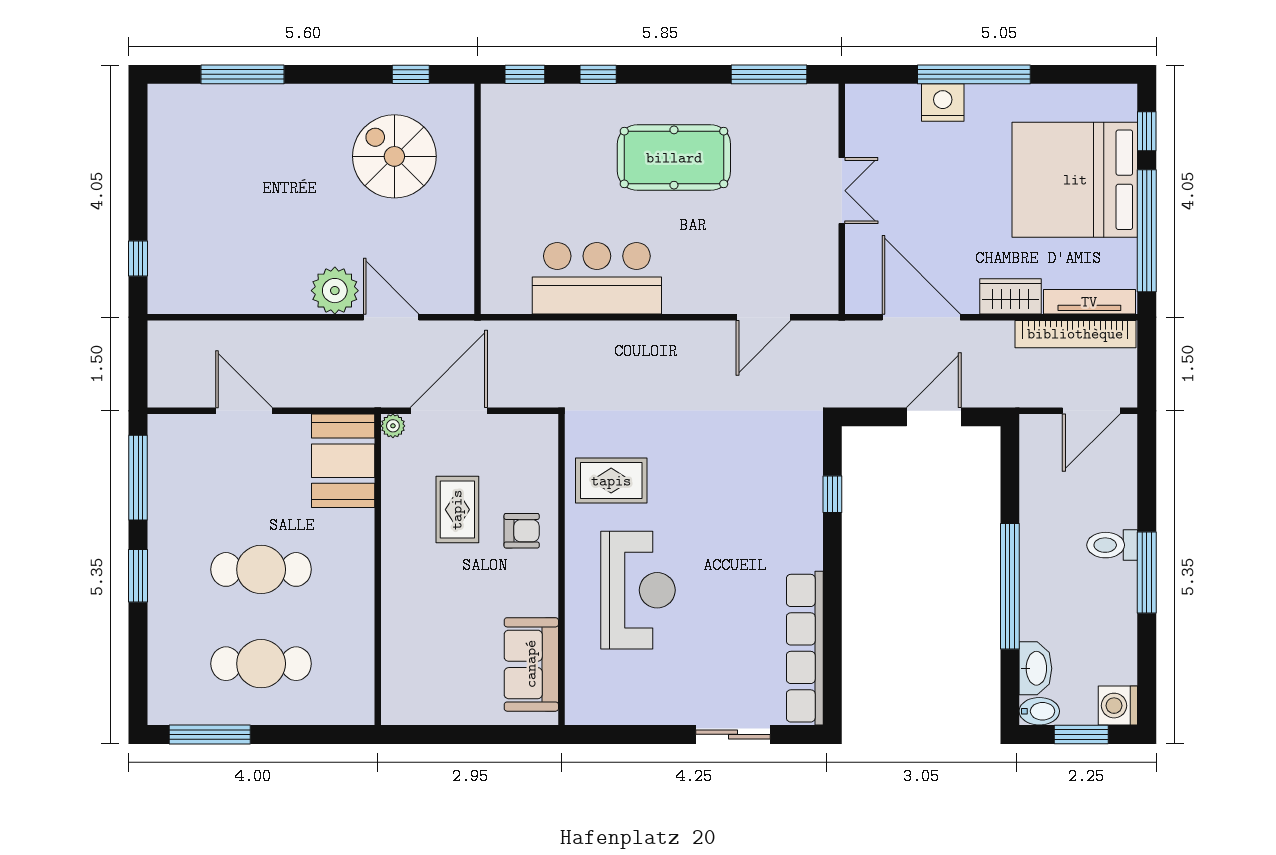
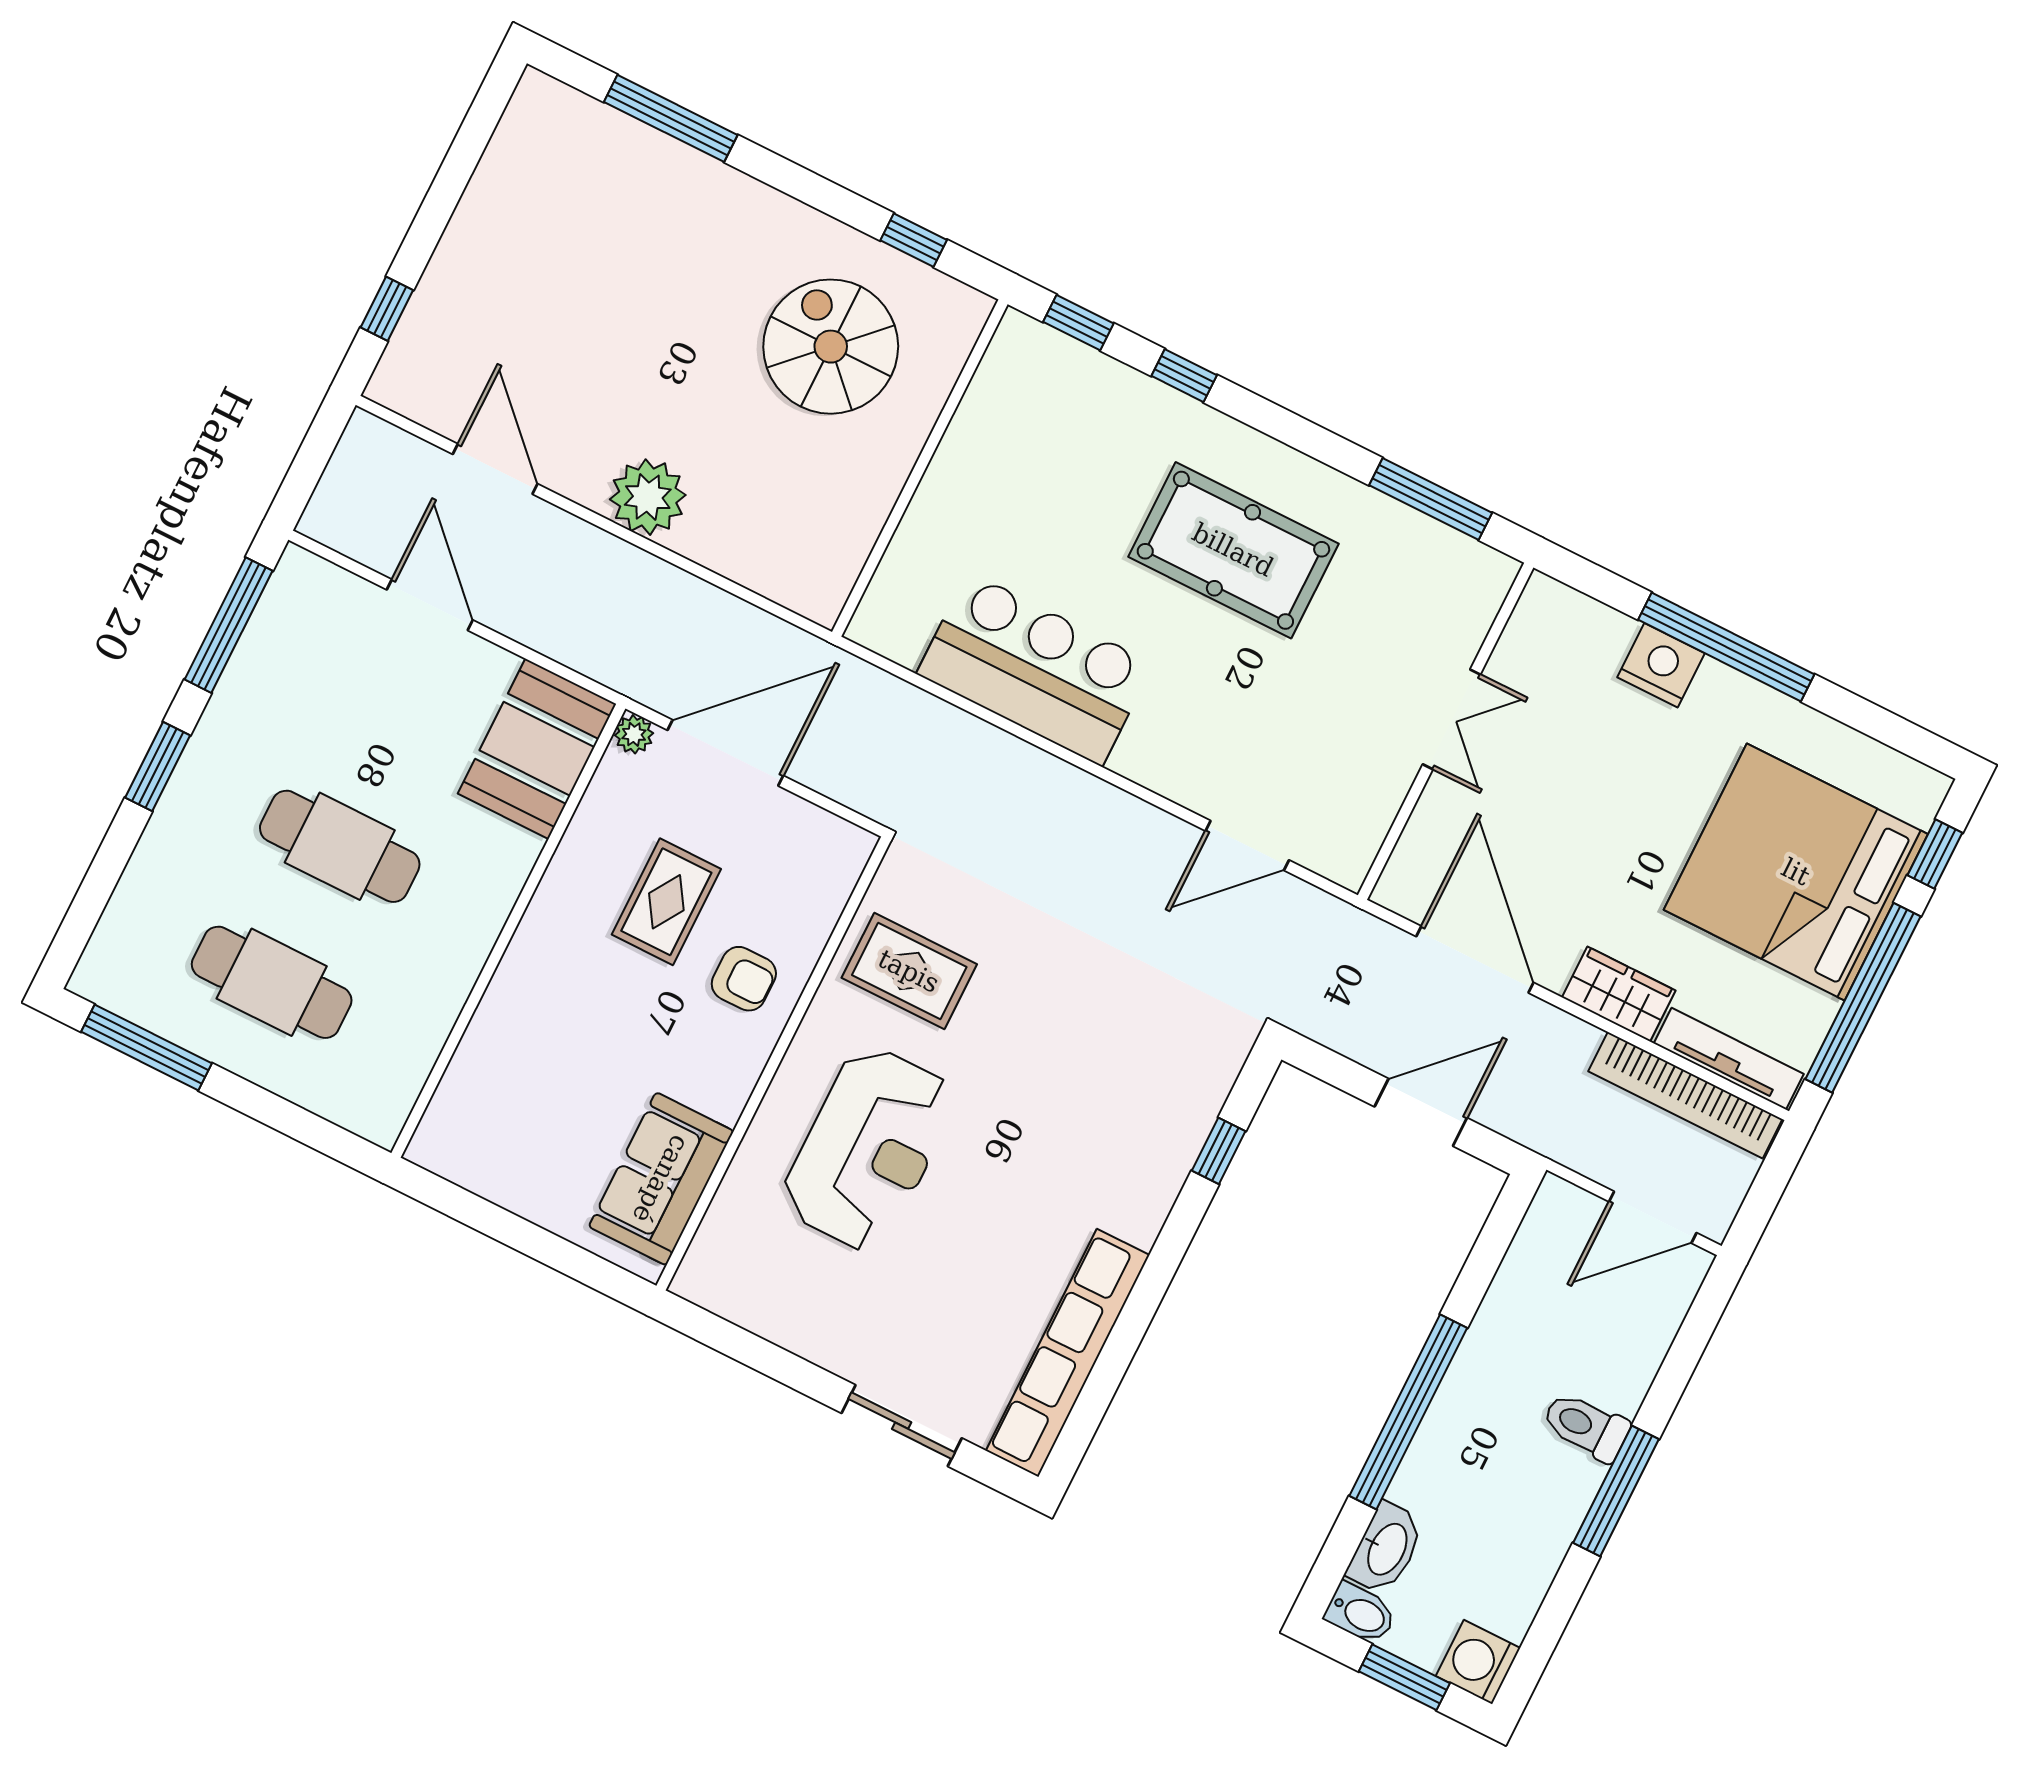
door: (391, 317) -> (495, 469), moved

